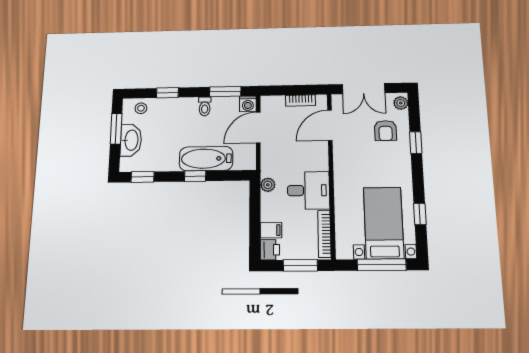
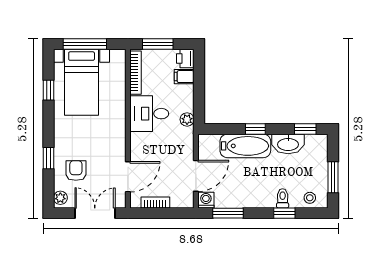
toilet: (205, 106) -> (283, 198), moved
washbasin: (131, 140) -> (288, 144), moved, turned -90

